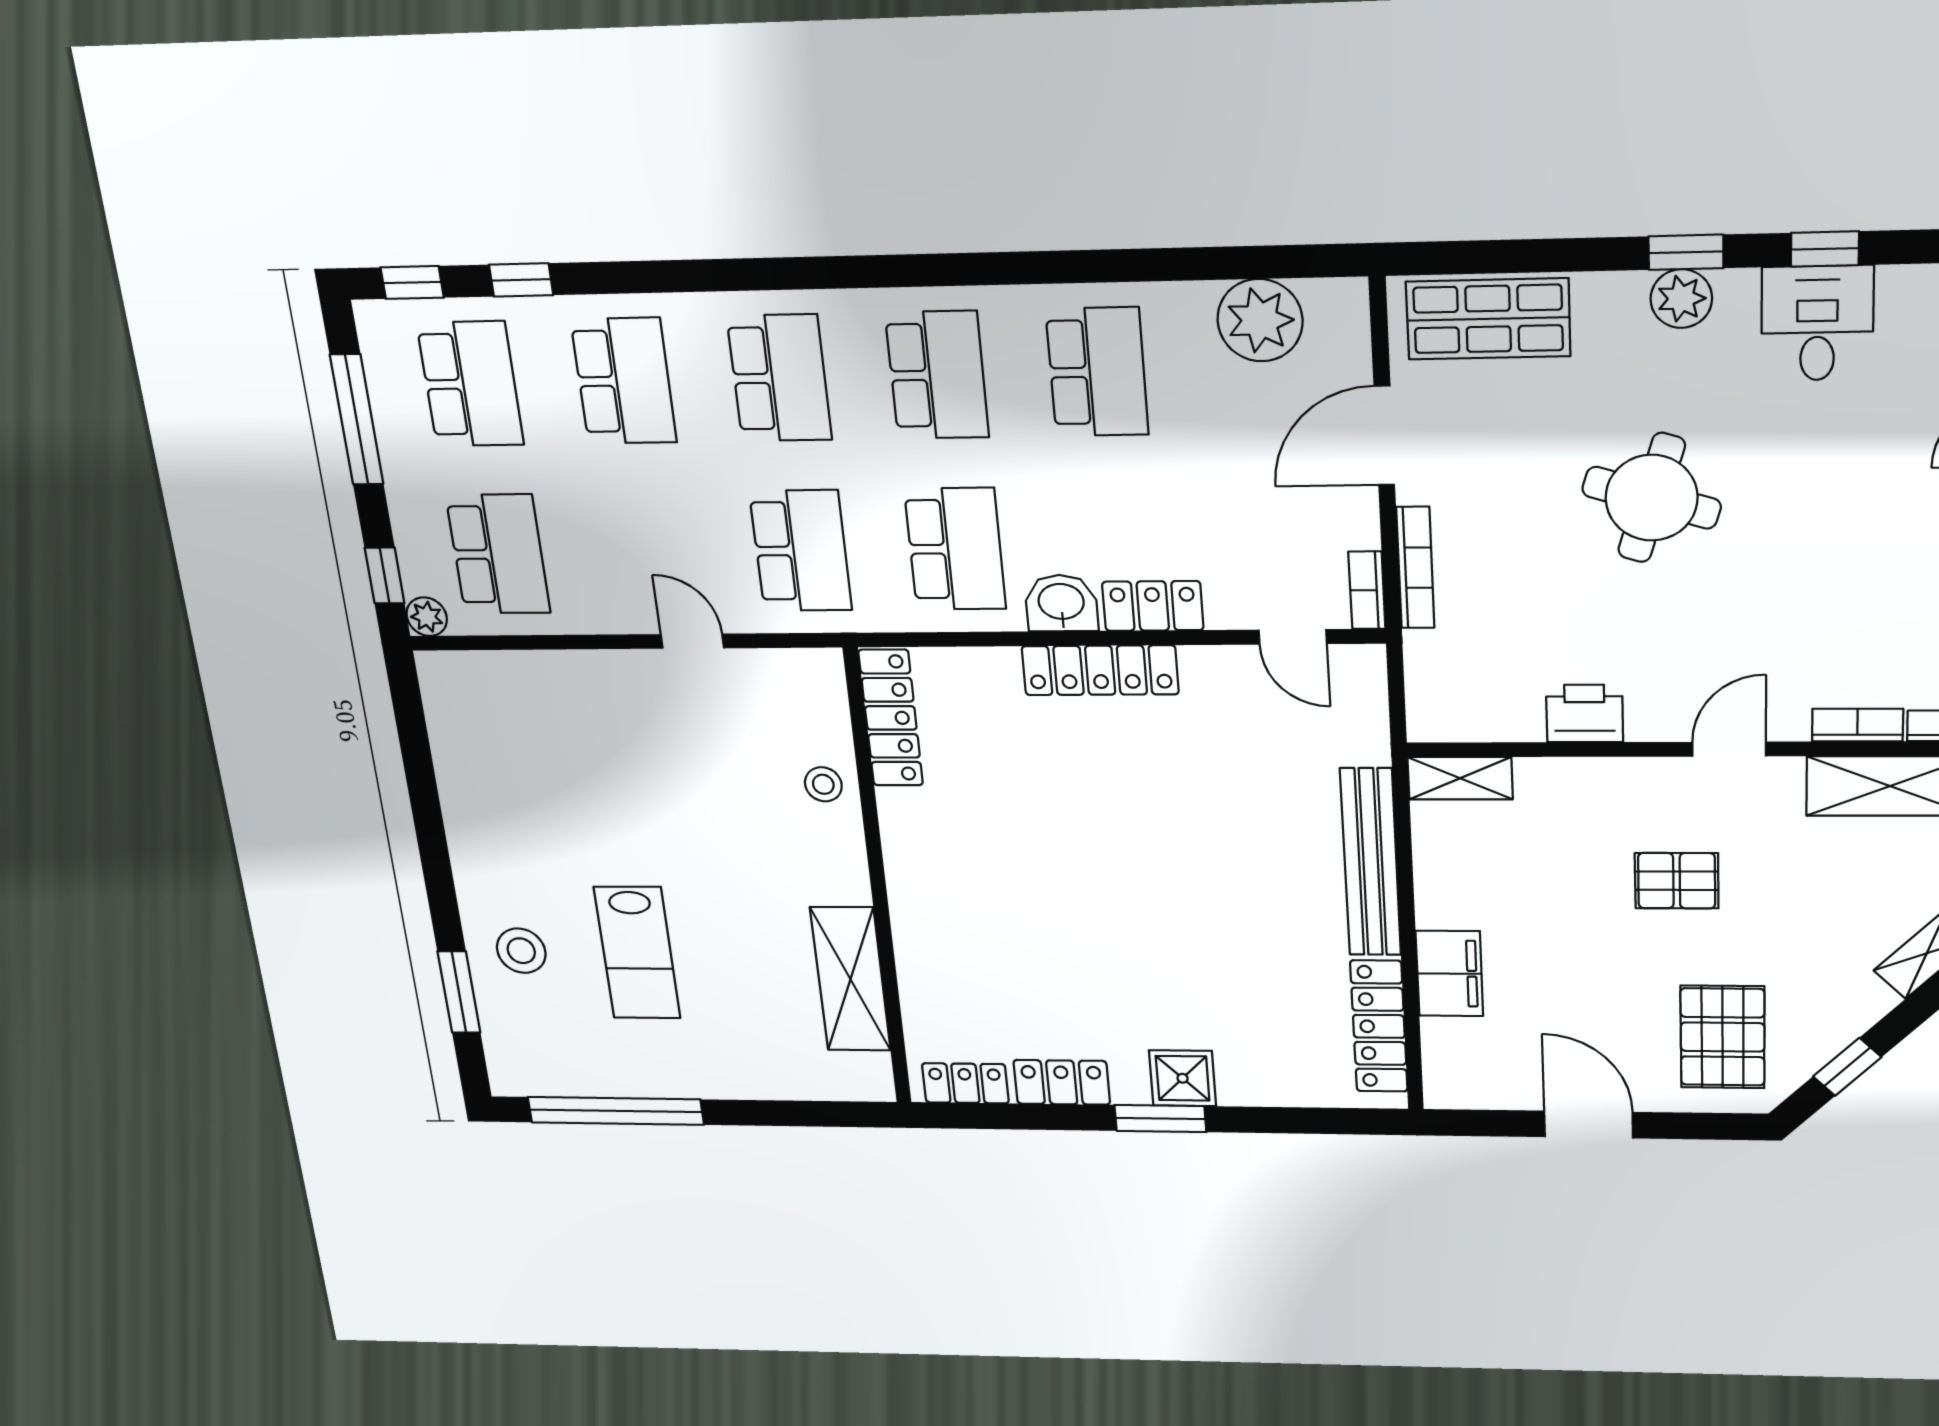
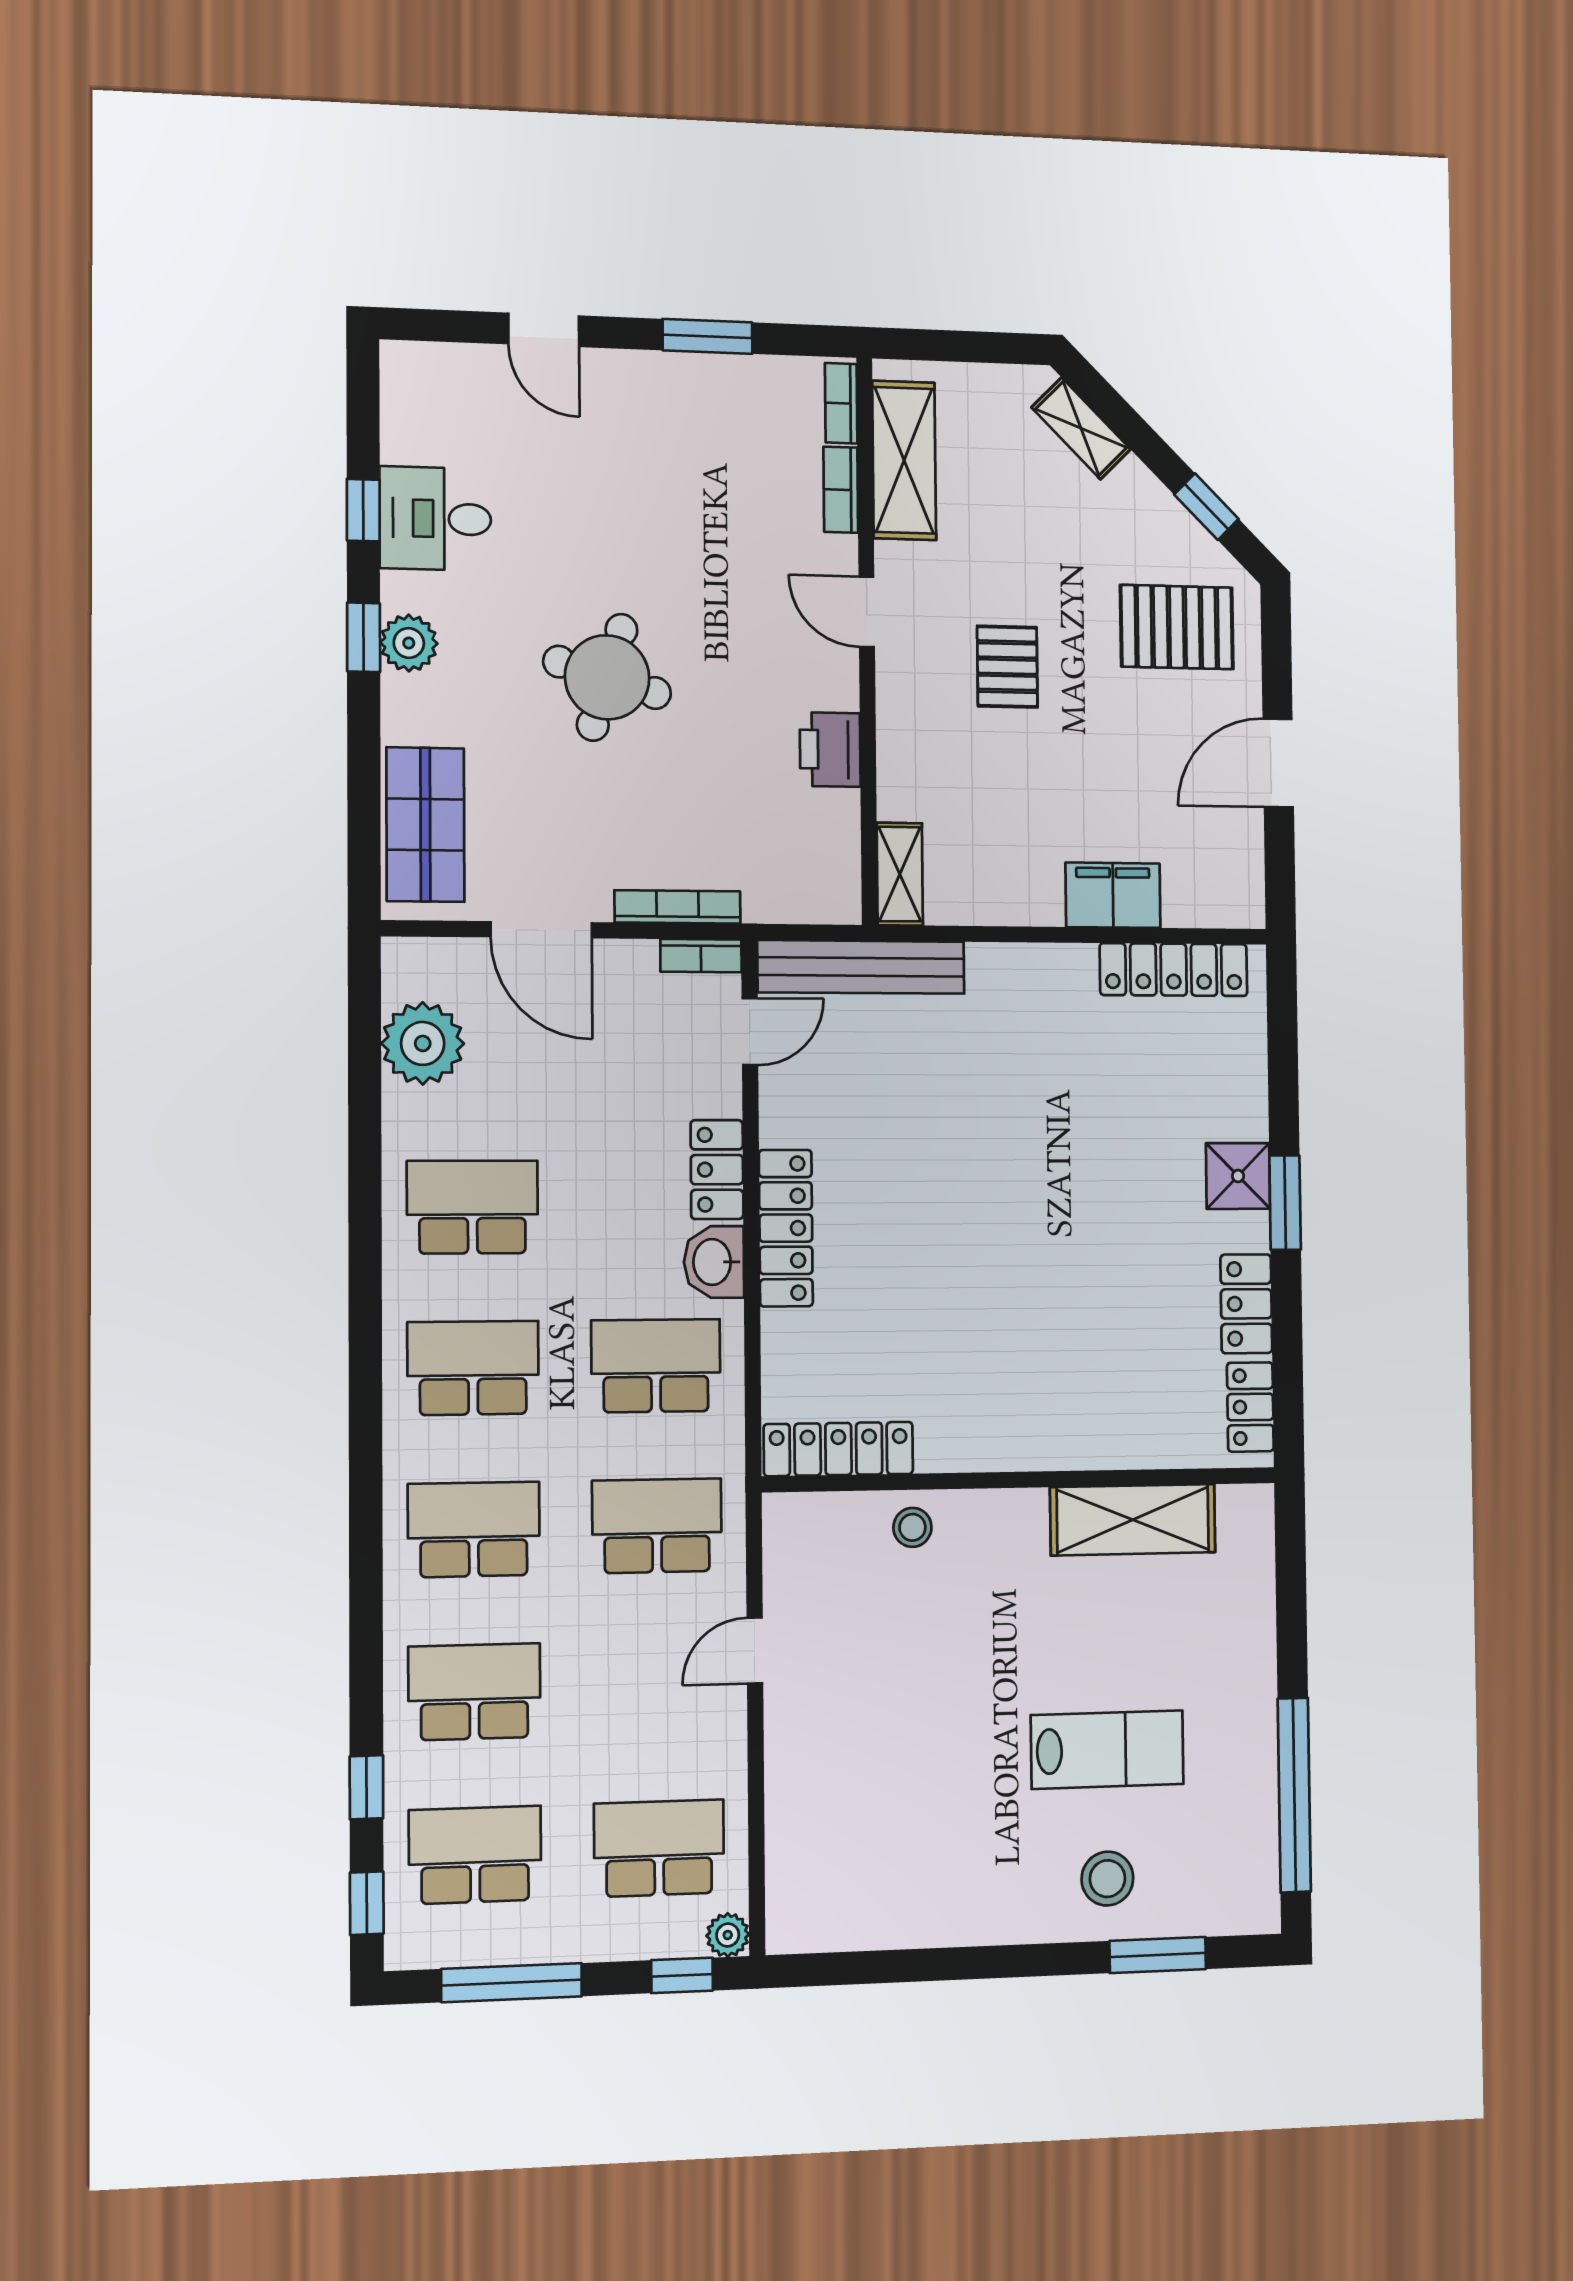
bench: (1371, 862) -> (861, 967), moved

